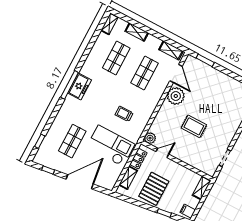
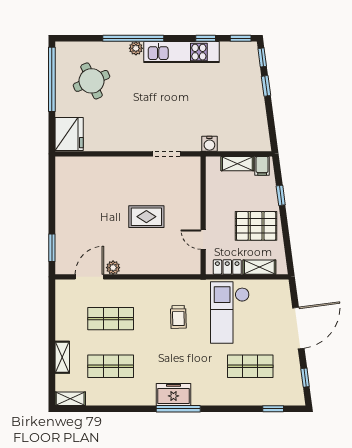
shelving: (171, 50) -> (63, 300), removed
plant: (176, 96) -> (113, 268), width x0.53, depth x0.53
rug: (194, 126) -> (146, 217), turned 90
plant: (150, 138) -> (192, 266), removed
door: (80, 182) -> (298, 328), swing flipped
water cooler: (217, 187) -> (209, 144), added
shelving: (202, 188) -> (237, 164), moved

